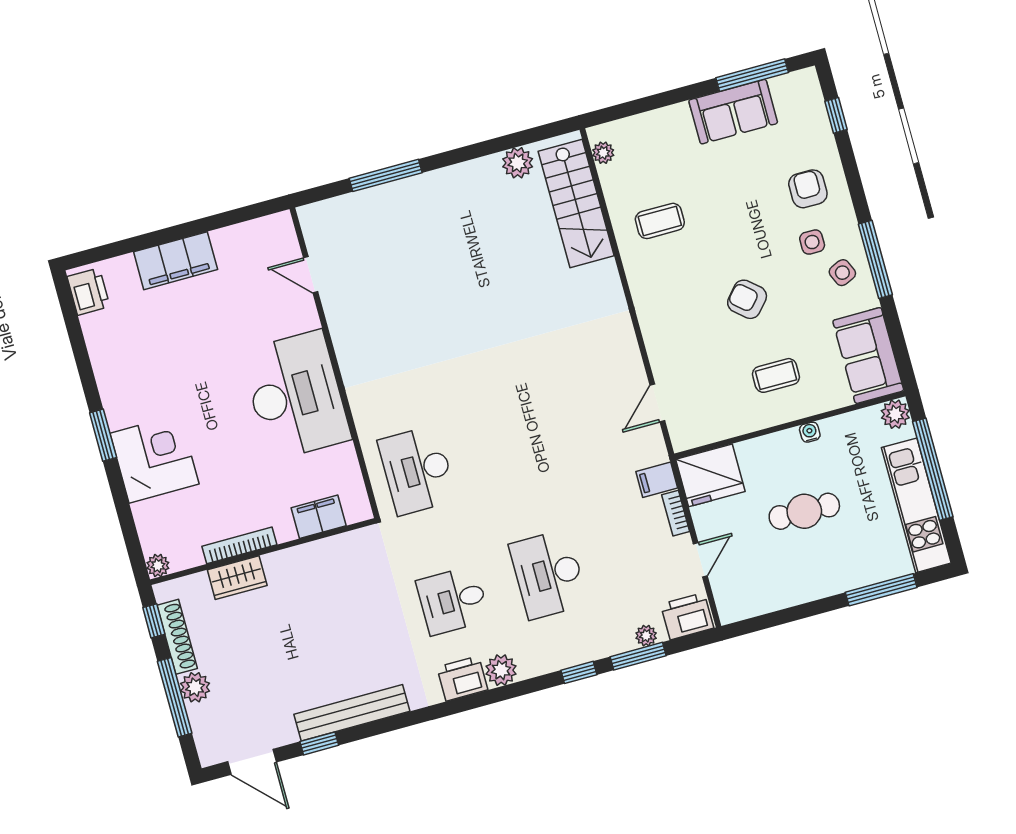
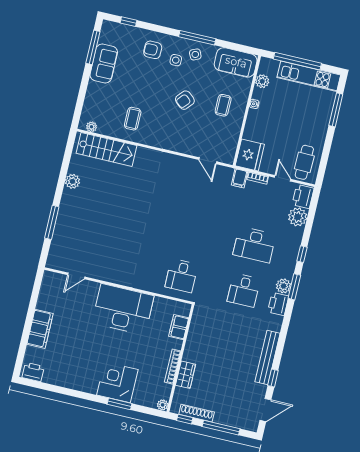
plant: (518, 163) -> (72, 181), moved
plant: (895, 414) -> (262, 81), moved
window: (103, 435) -> (119, 404), moved
desk: (417, 470) -> (182, 276), width x0.73
cafe table: (804, 511) -> (304, 162), moved
plant: (646, 636) -> (298, 217), width x1.88, depth x1.88
window: (638, 656) -> (294, 287), moved
plant: (195, 687) -> (222, 417), removed

